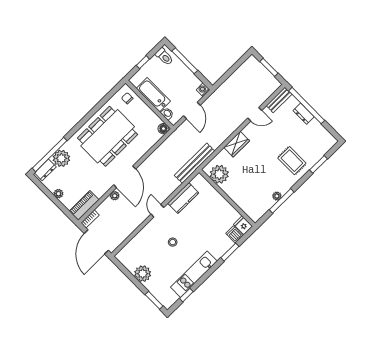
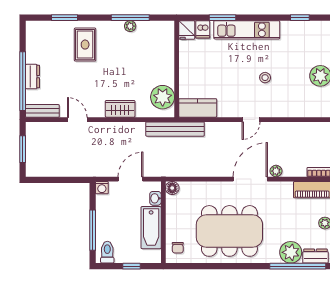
kitchen counter: (183, 198) -> (198, 108), moved
kitchen unit: (194, 274) -> (247, 30), moved

